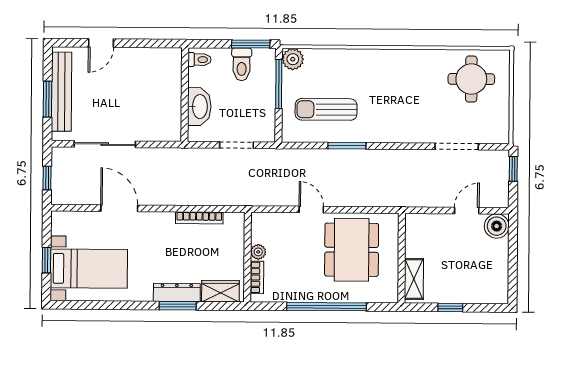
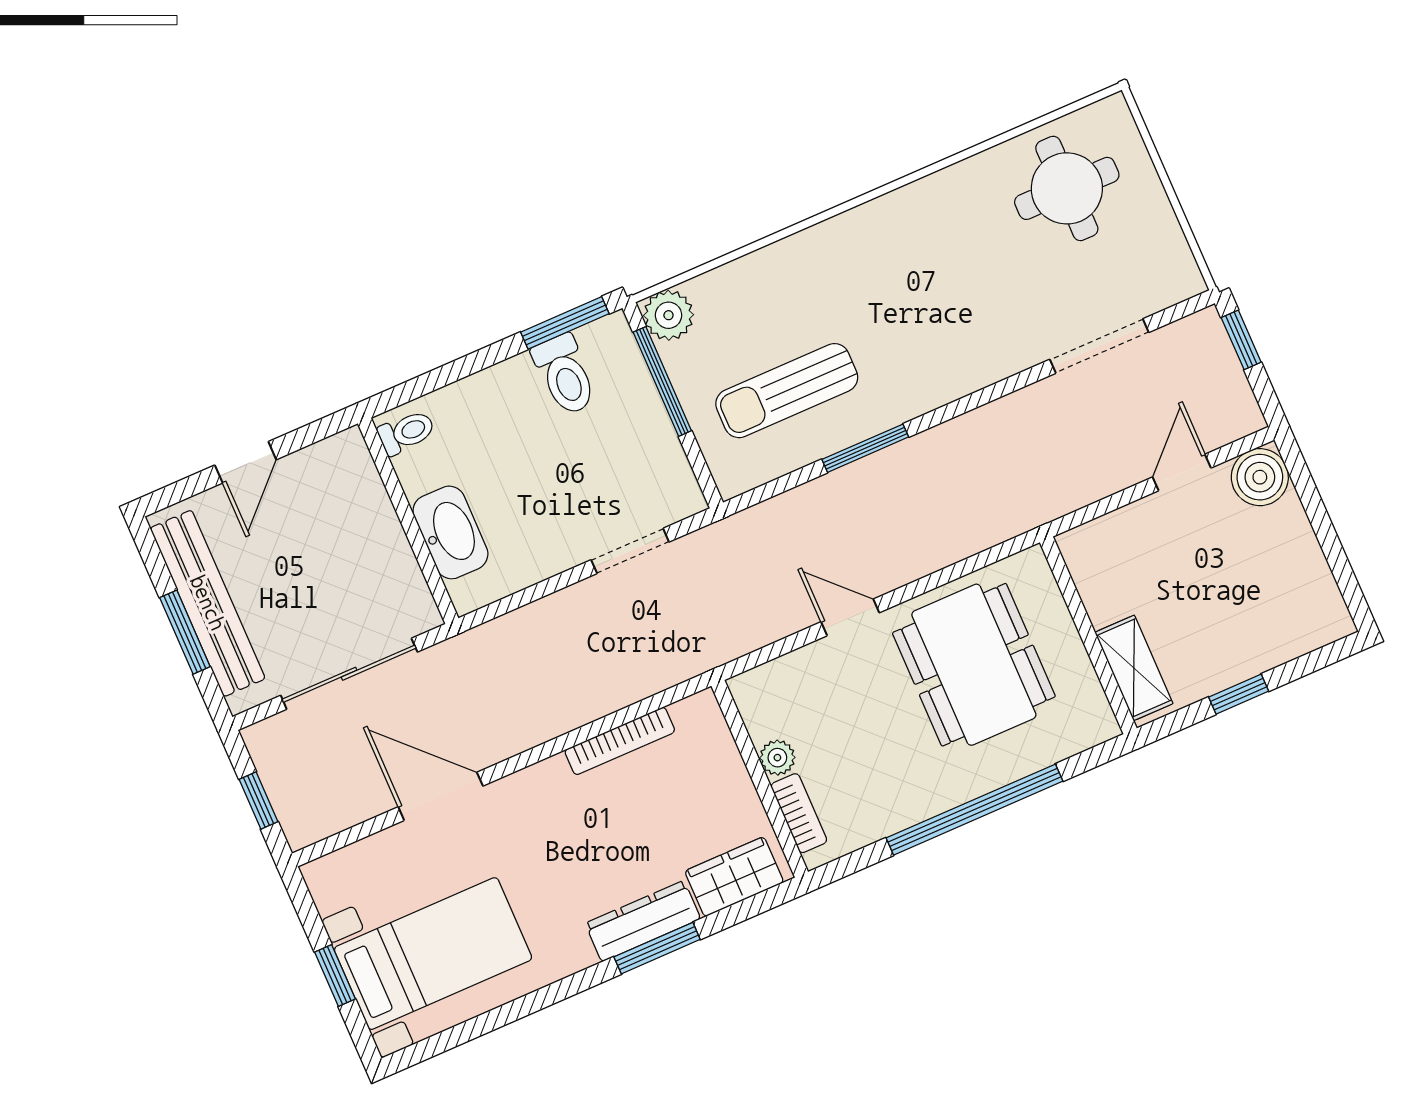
toilet: (199, 60) -> (406, 432), moved
wall: (185, 95) -> (408, 521), moved
washbasin: (199, 107) -> (450, 532), moved

